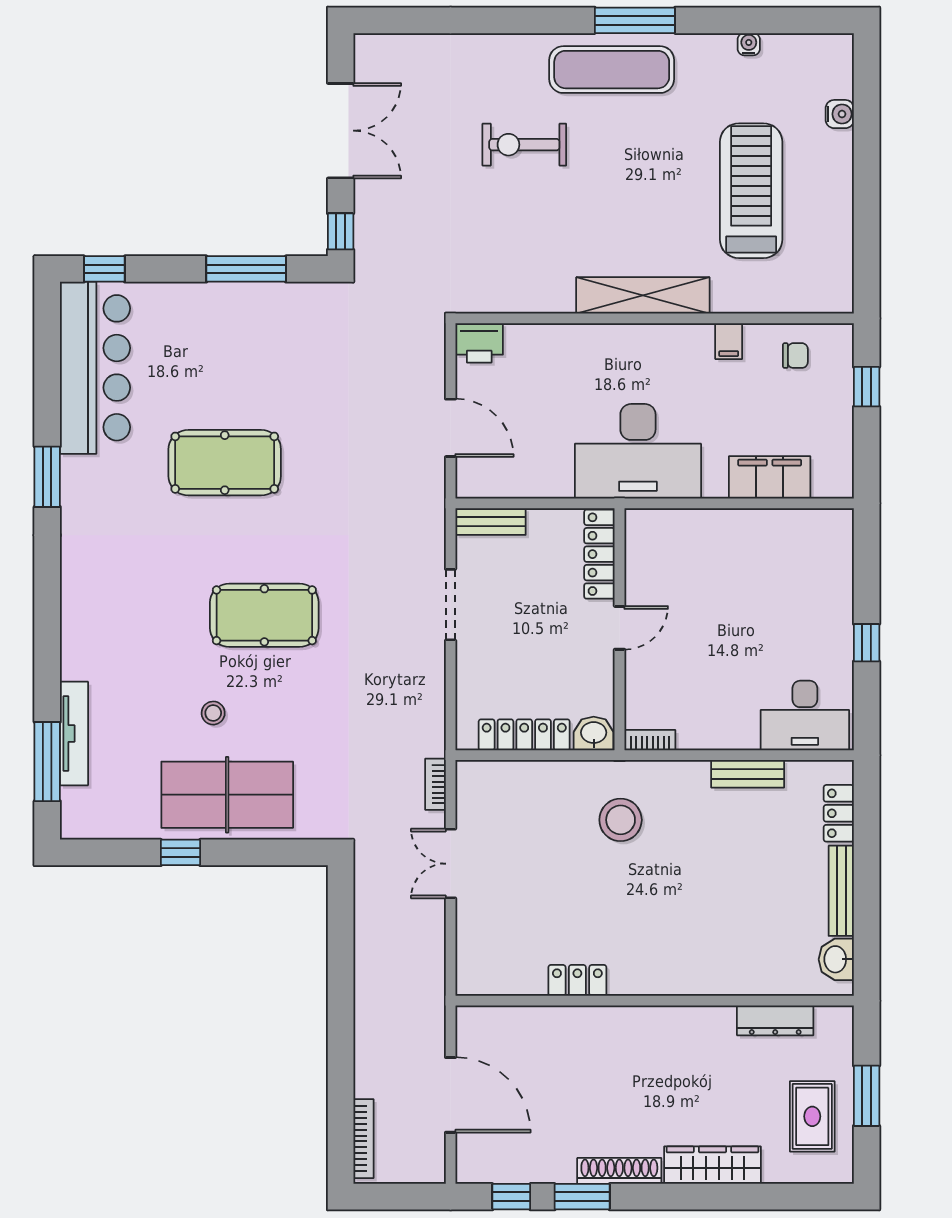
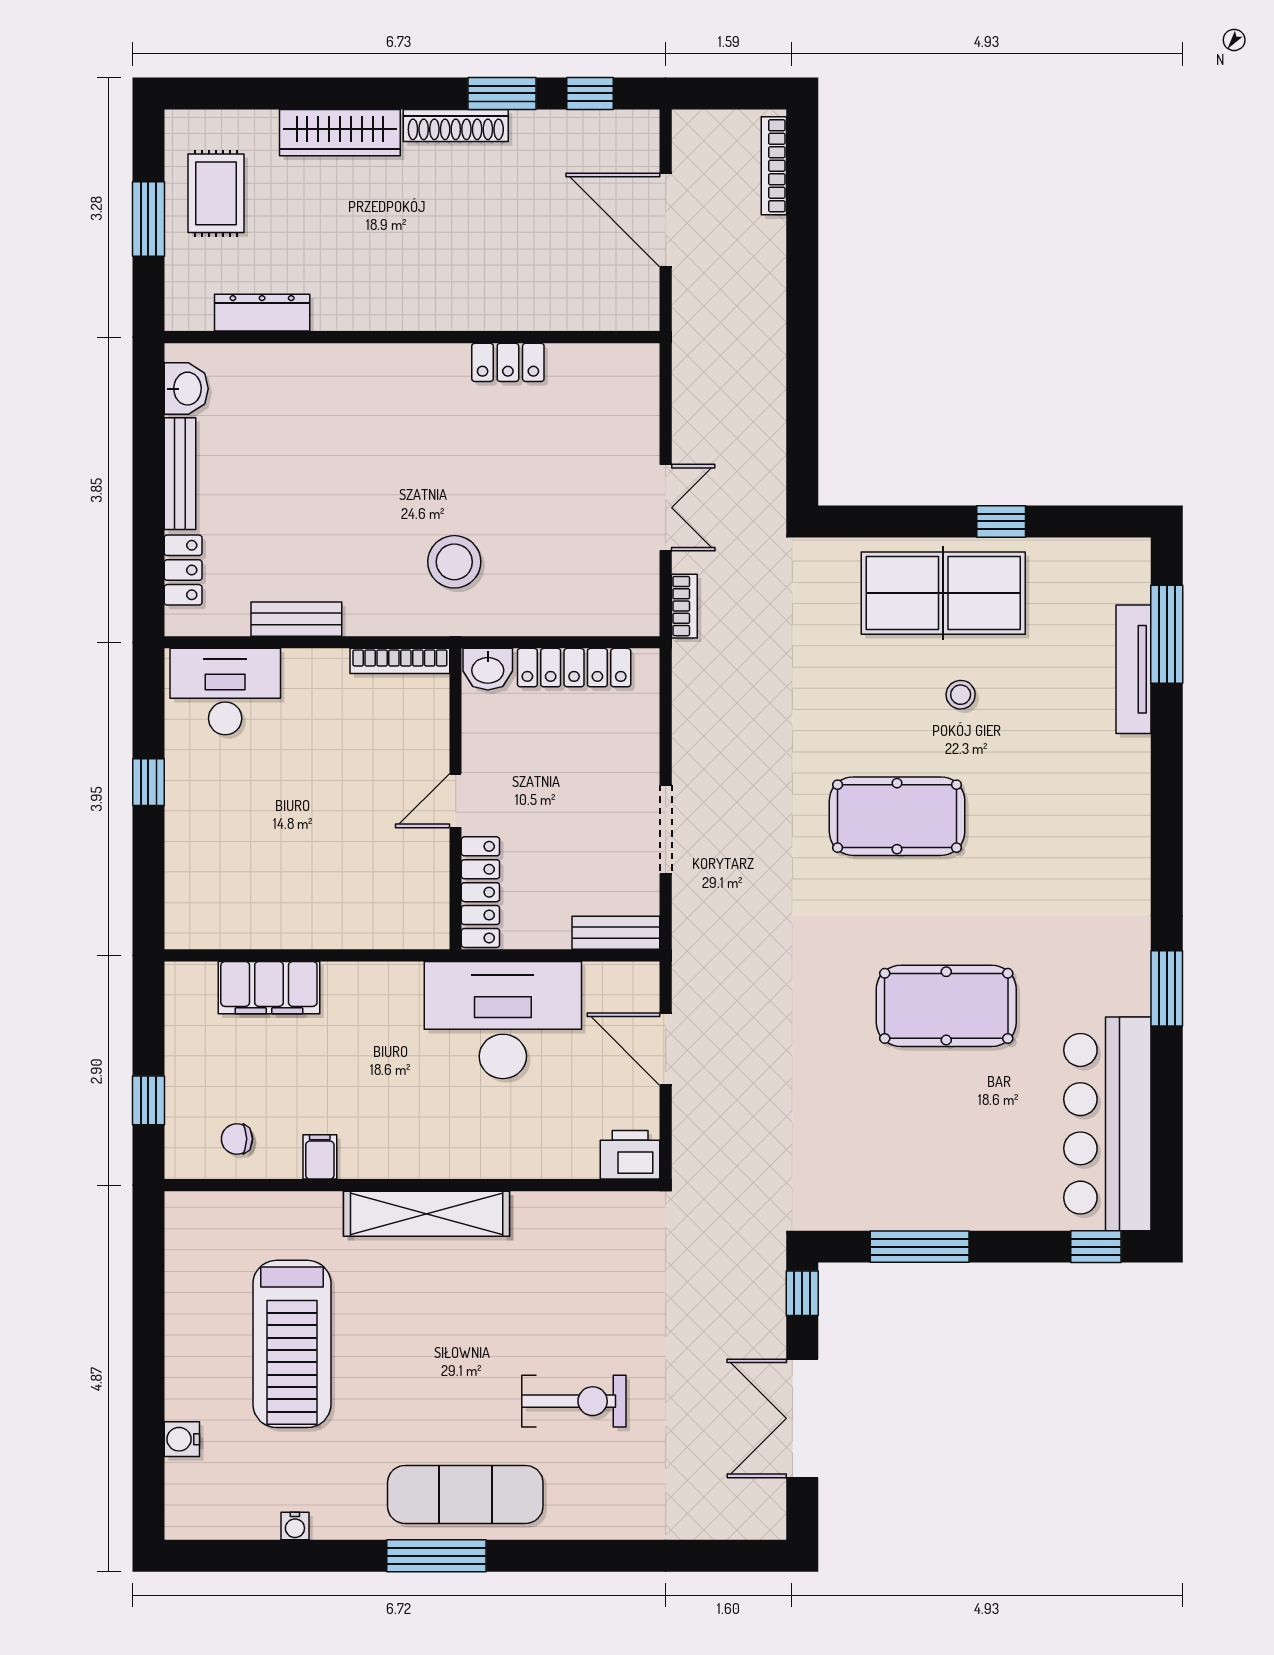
desk: (638, 451) -> (503, 1020), moved
bookcase: (650, 740) -> (400, 661), width x1.56

